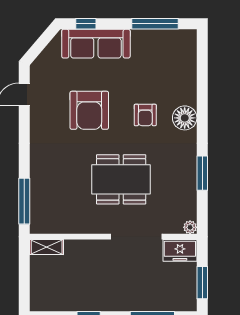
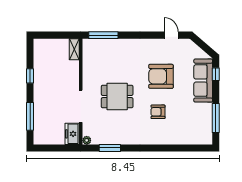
floor lamp: (185, 118) -> (156, 137), removed
window: (202, 173) -> (110, 148), moved
dining table: (121, 179) -> (117, 97), width x0.73
window: (202, 283) -> (52, 148), removed

